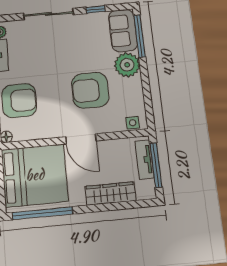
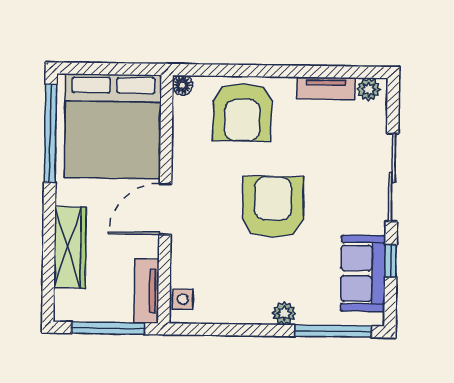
sofa: (123, 31) -> (363, 273), moved, turned -90
plant: (127, 65) -> (284, 313), width x0.53, depth x0.53
armchair: (90, 90) -> (273, 207), moved
tv unit: (145, 159) -> (146, 291), moved, turned -90

